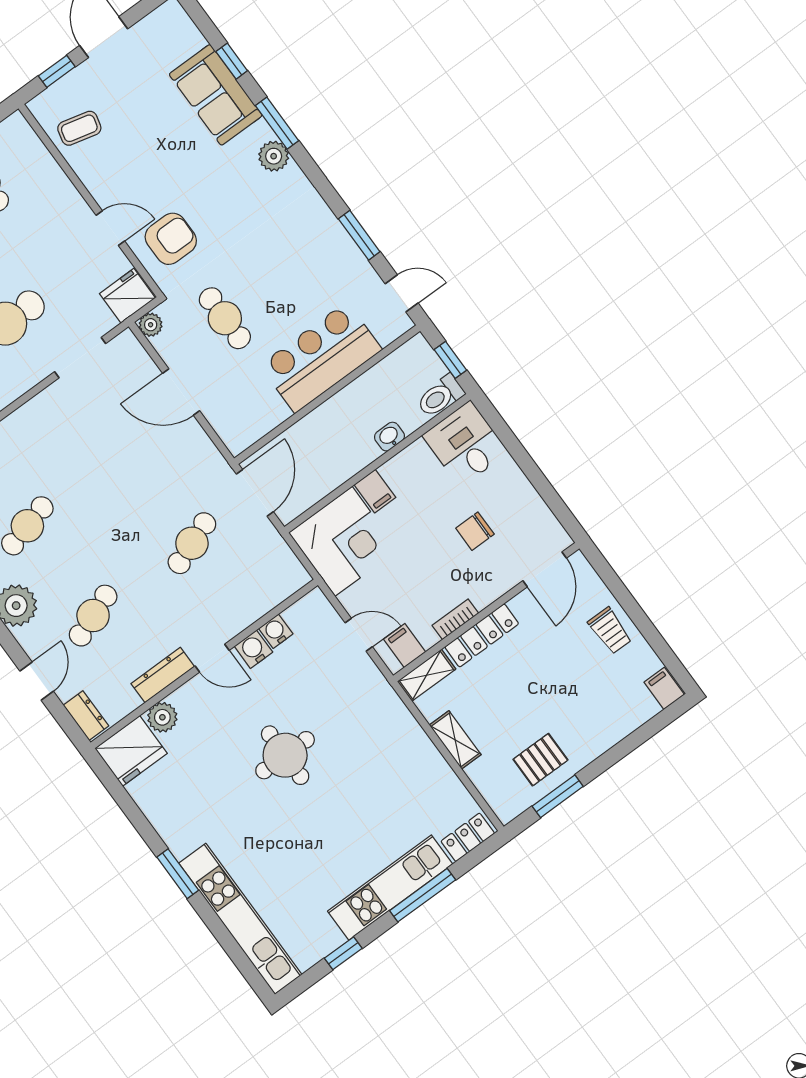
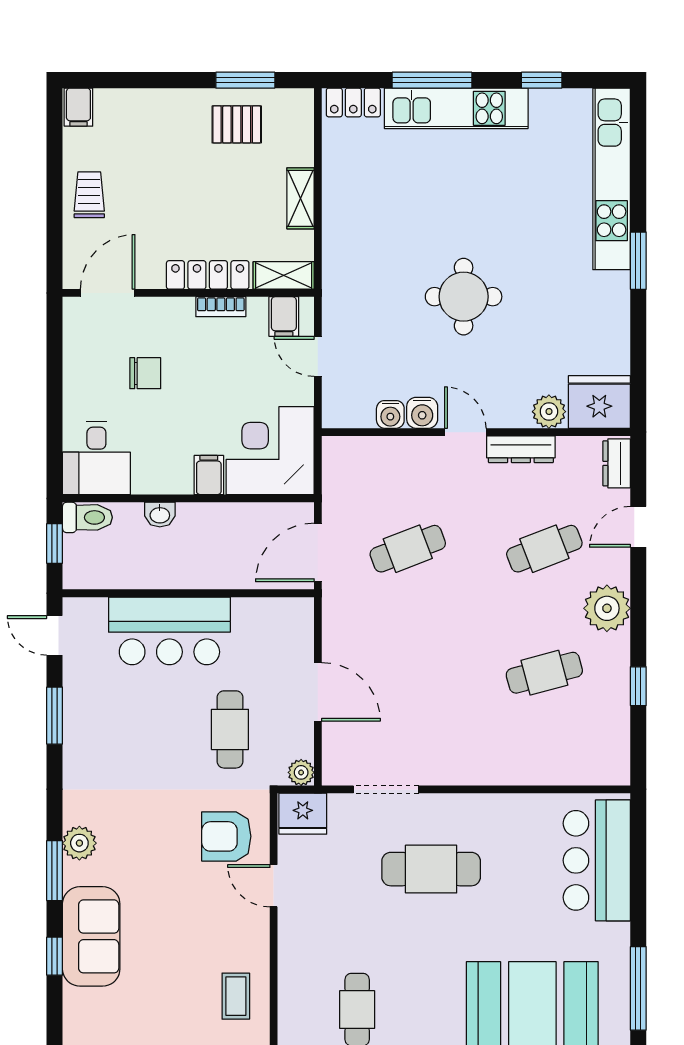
coffee table: (79, 128) -> (236, 996), turned 76

